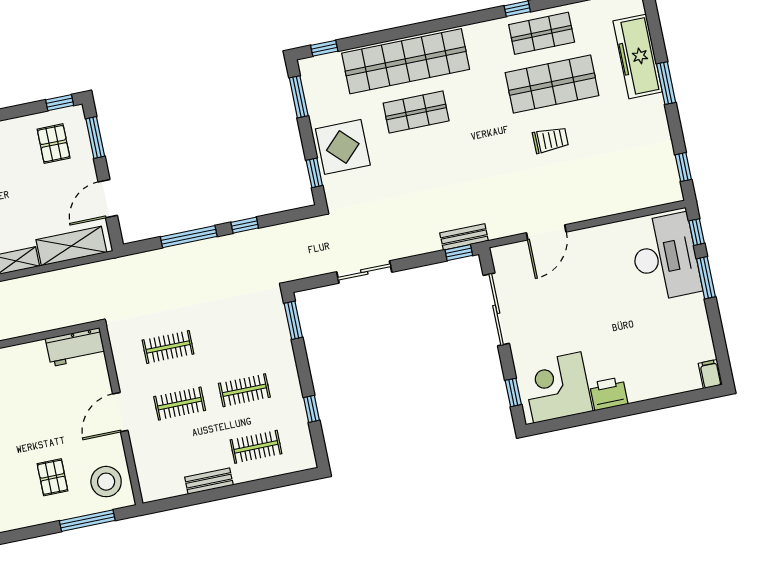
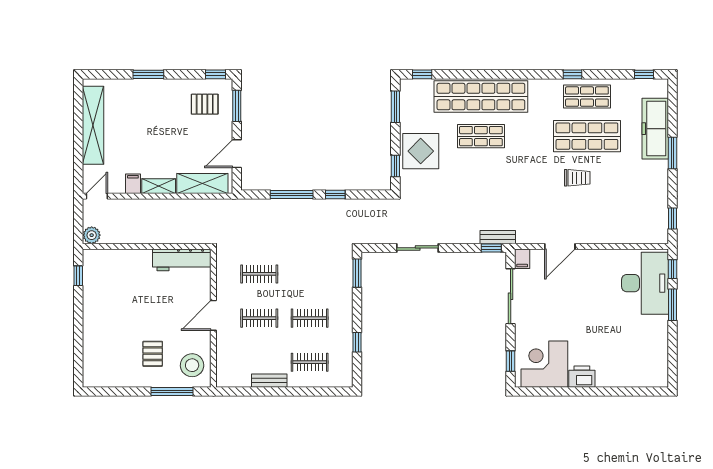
pallet: (54, 144) -> (205, 104), turned 90
workbench: (75, 347) -> (182, 260), width x1.38
filing cabinet: (710, 374) -> (522, 259), moved, turned 180

